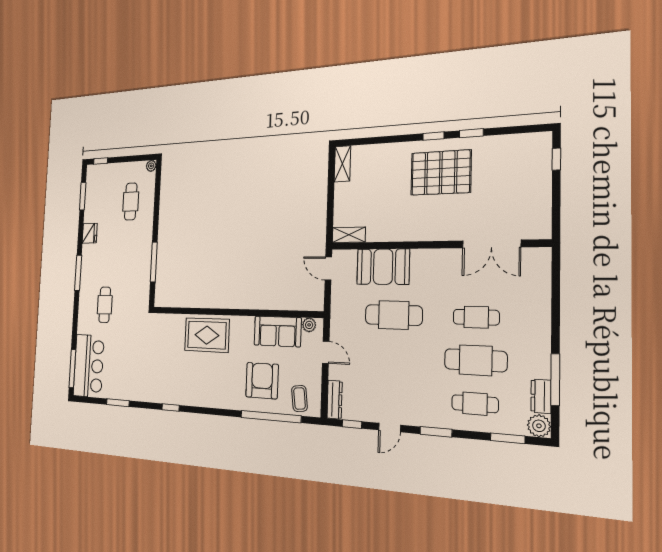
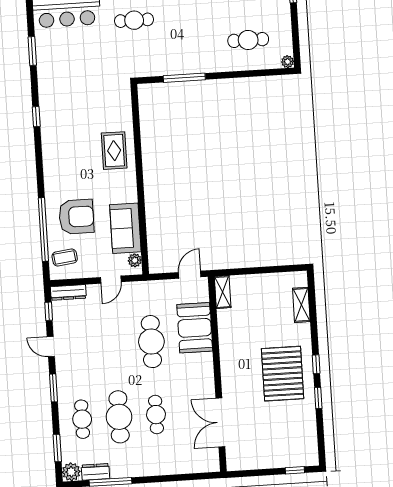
shelving: (342, 164) -> (301, 305), moved, turned 90
rug: (207, 335) -> (114, 151), width x0.73, depth x0.70

